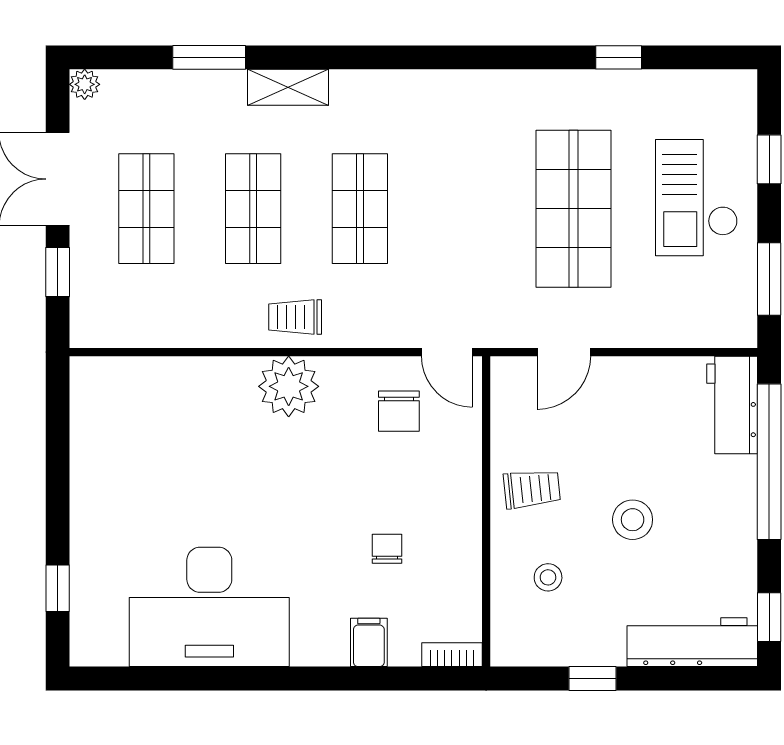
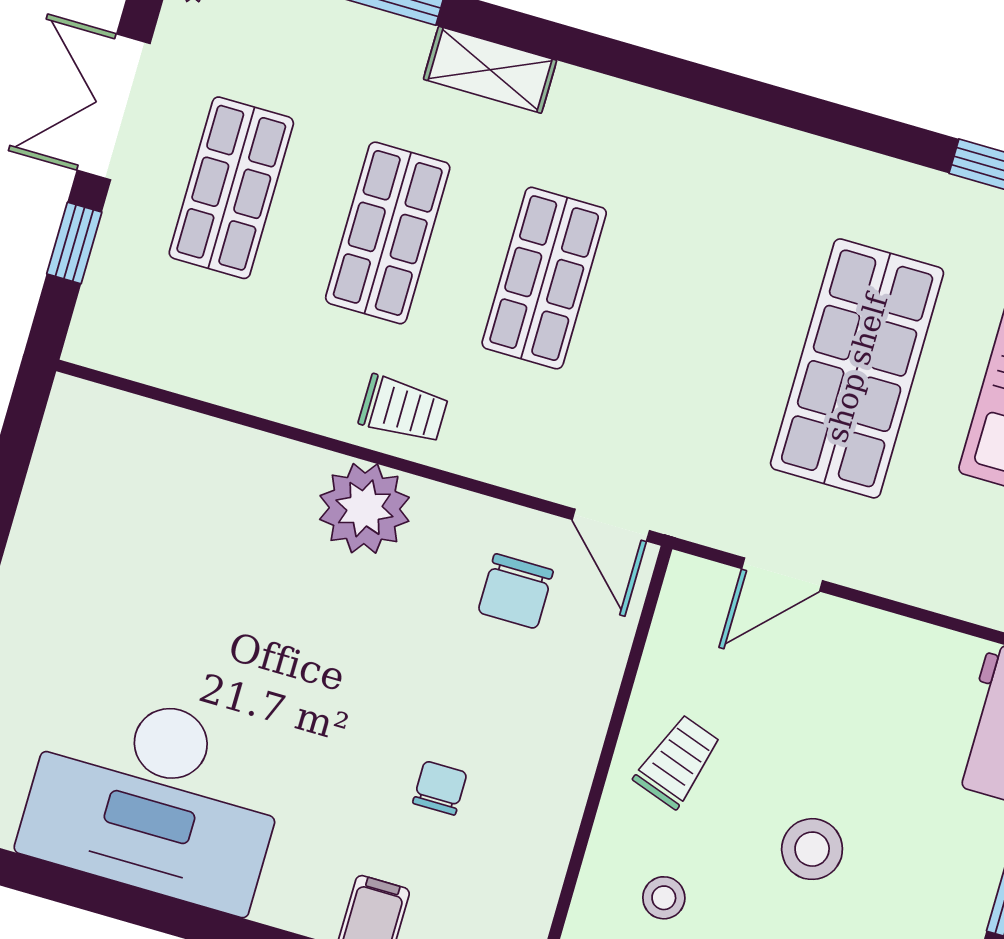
trolley: (295, 317) -> (403, 409), turned 180
trolley: (532, 489) -> (678, 761), turned -65

